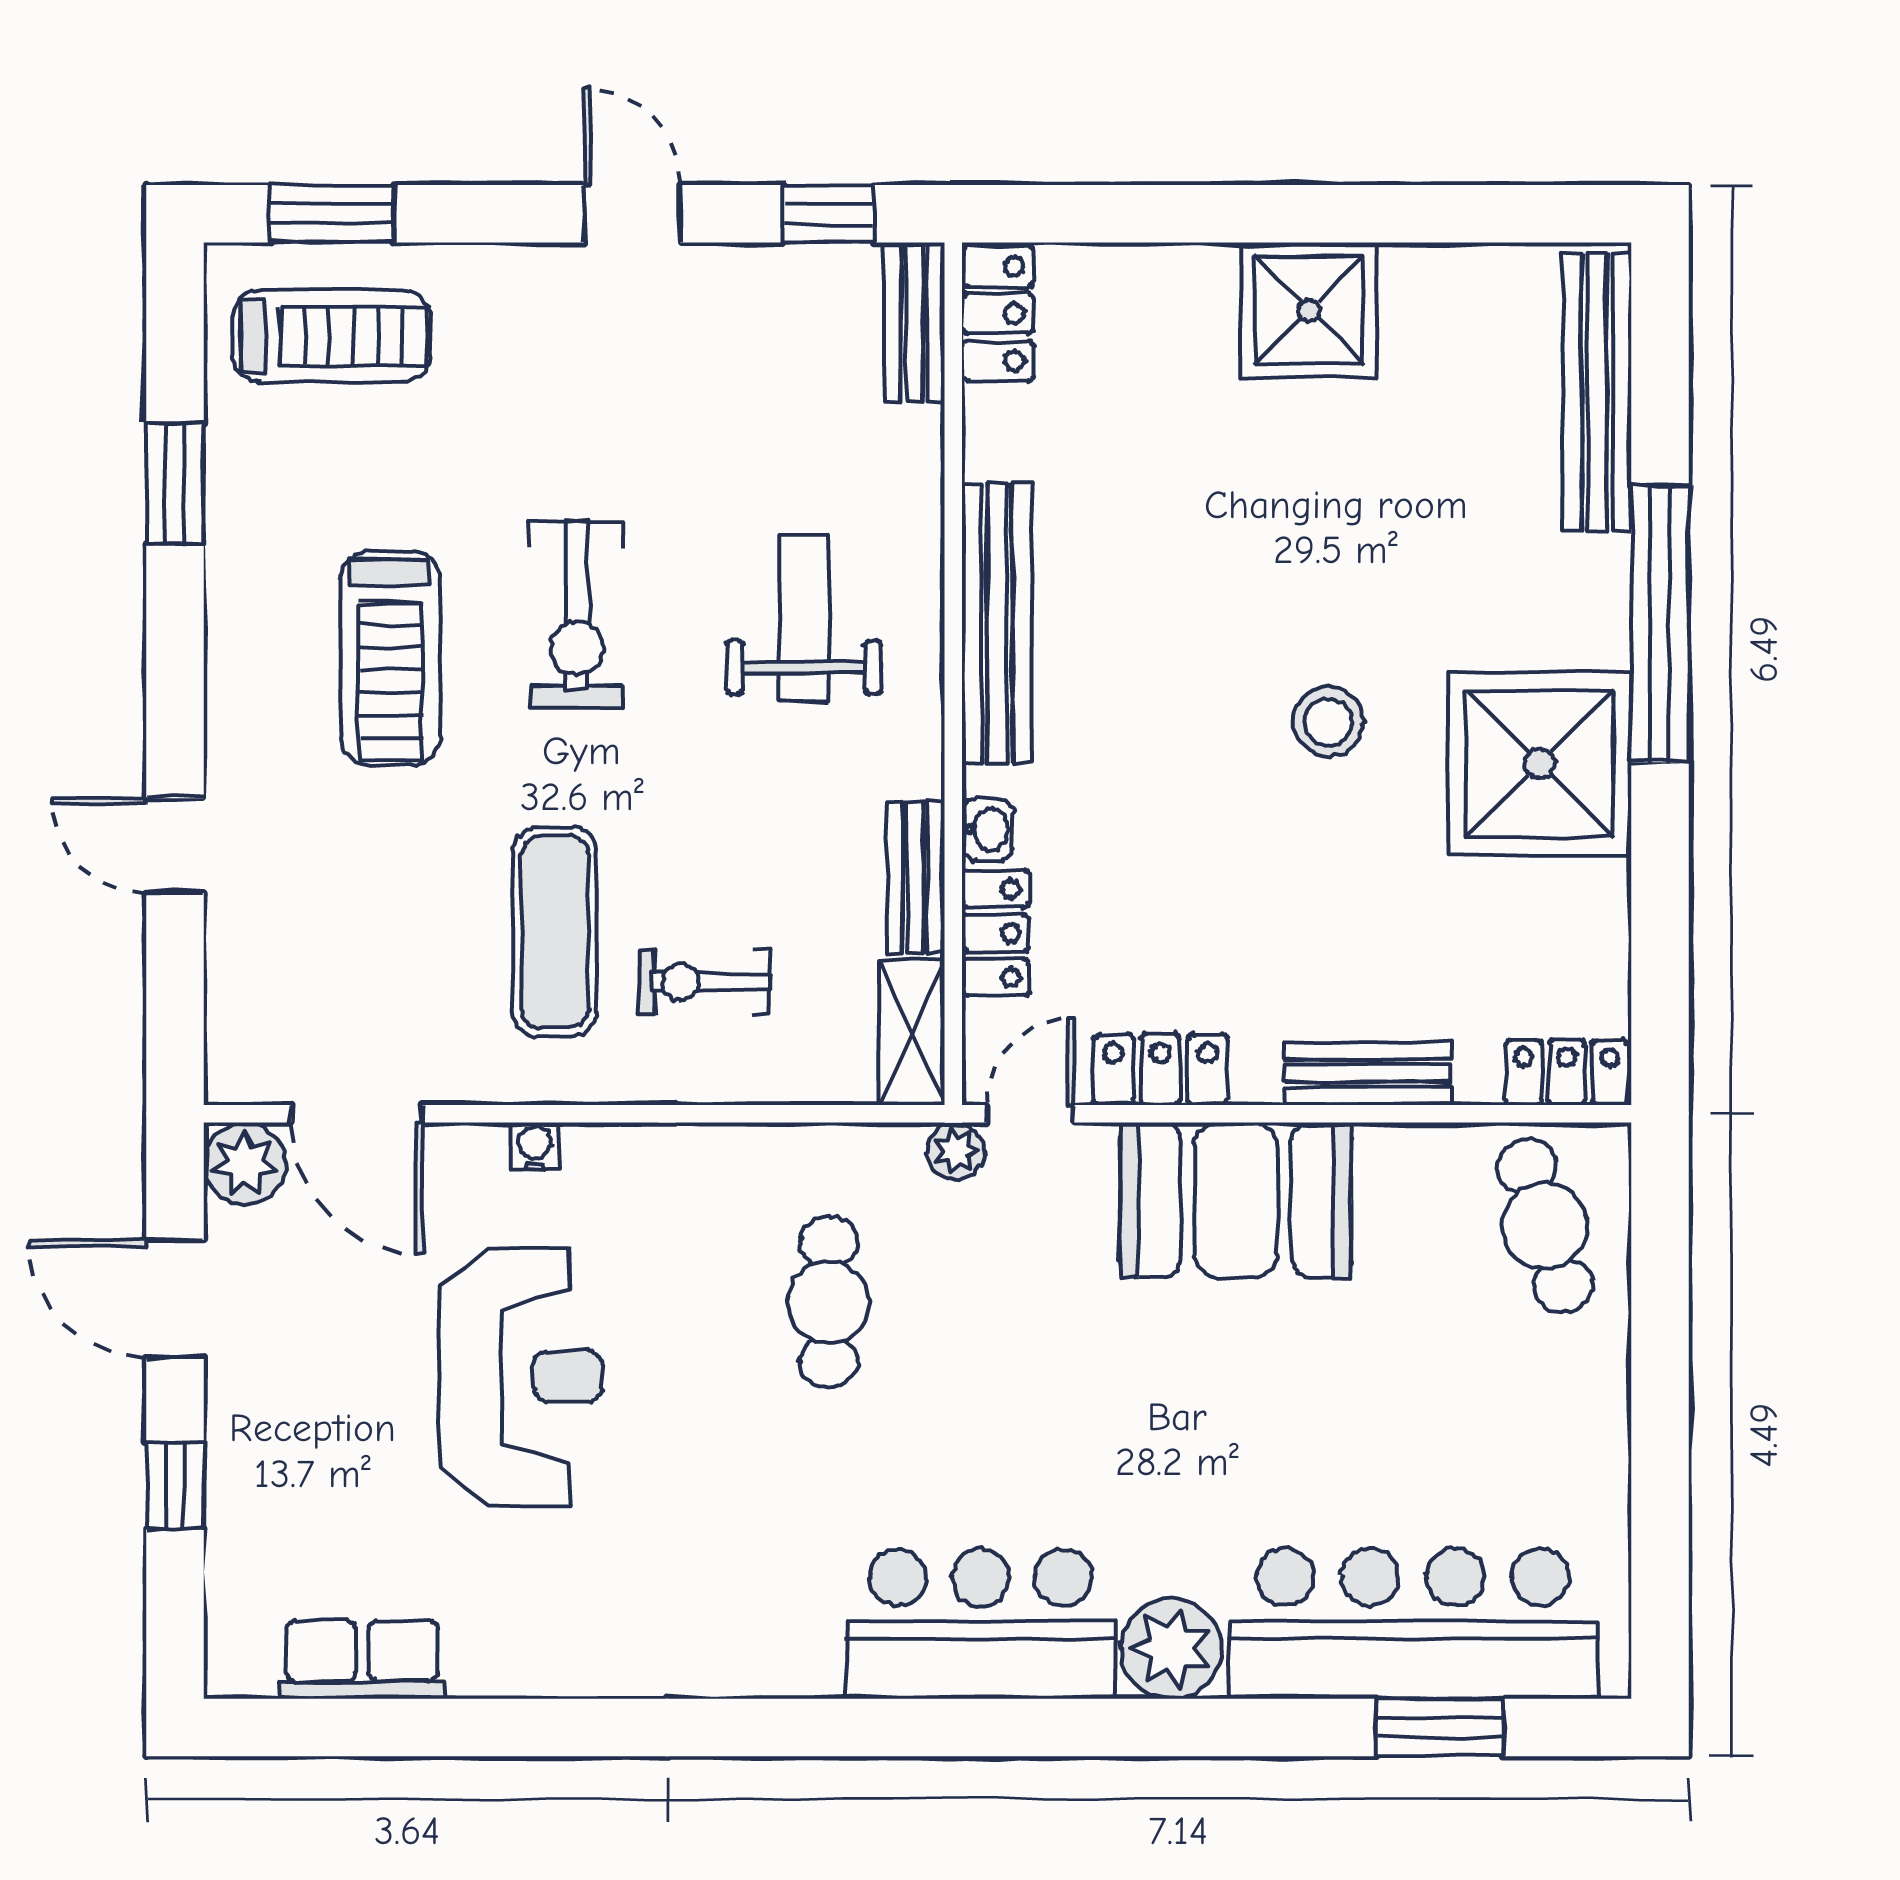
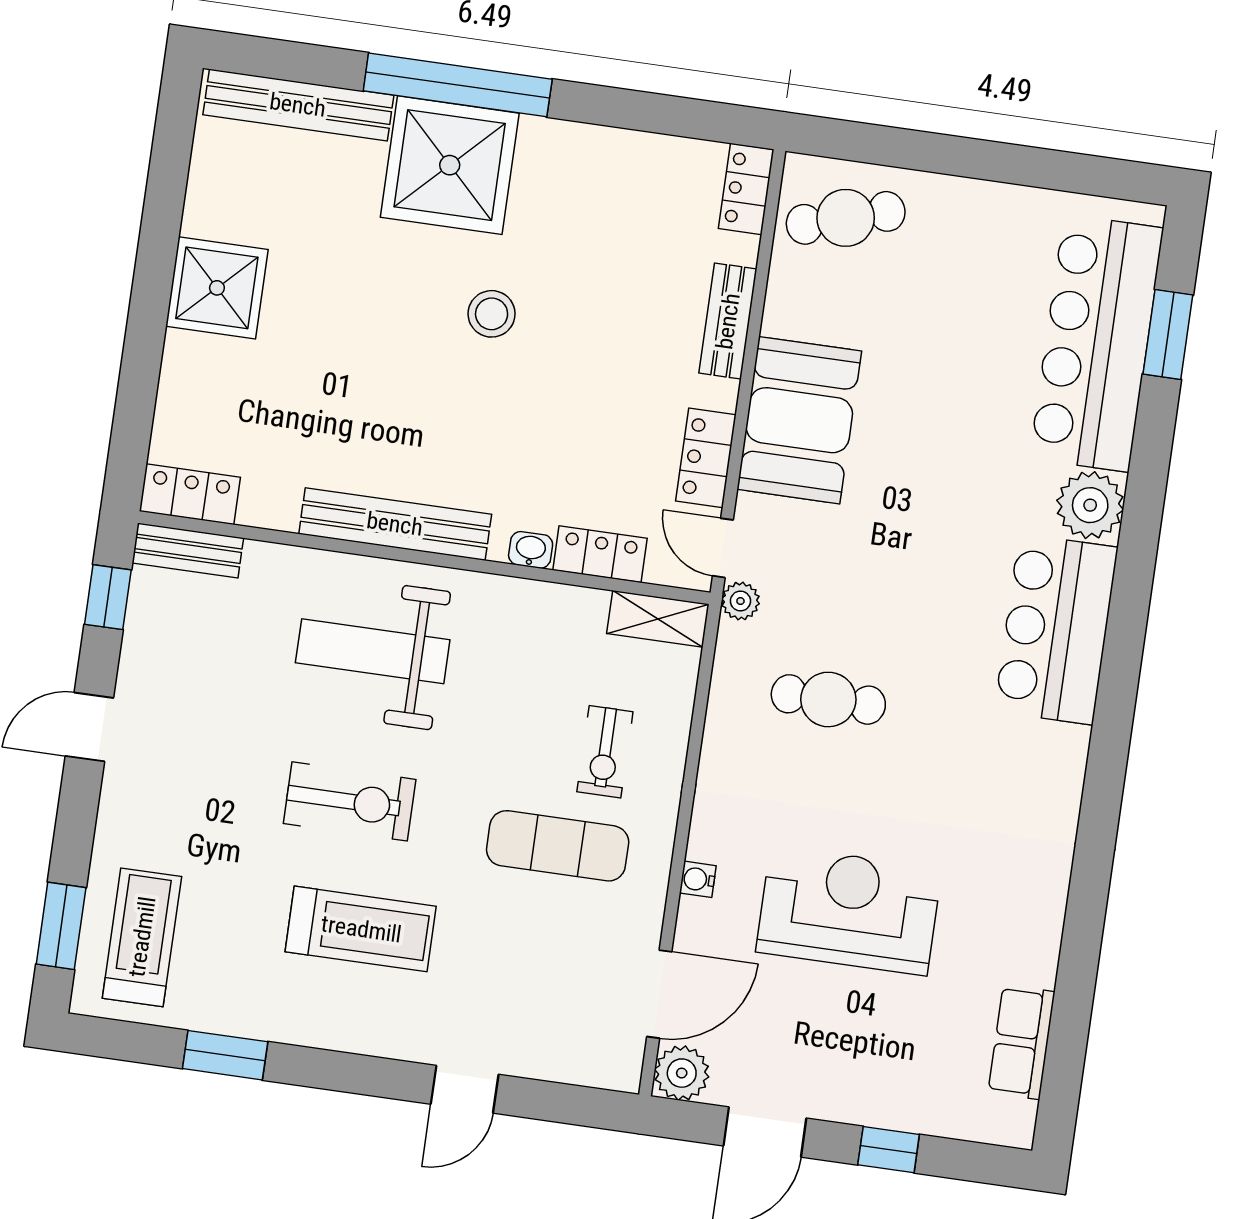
weight bench: (804, 617) -> (373, 651), width x1.36, depth x1.33
shower: (1540, 764) -> (450, 165), moved
bench: (916, 878) -> (556, 602), removed

